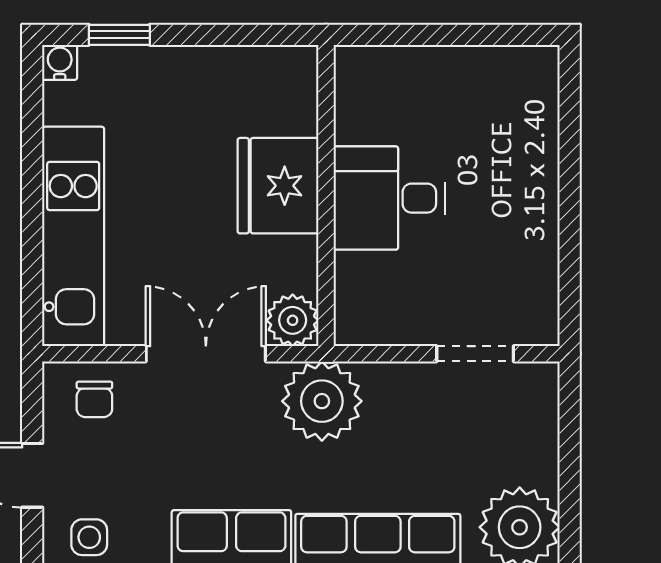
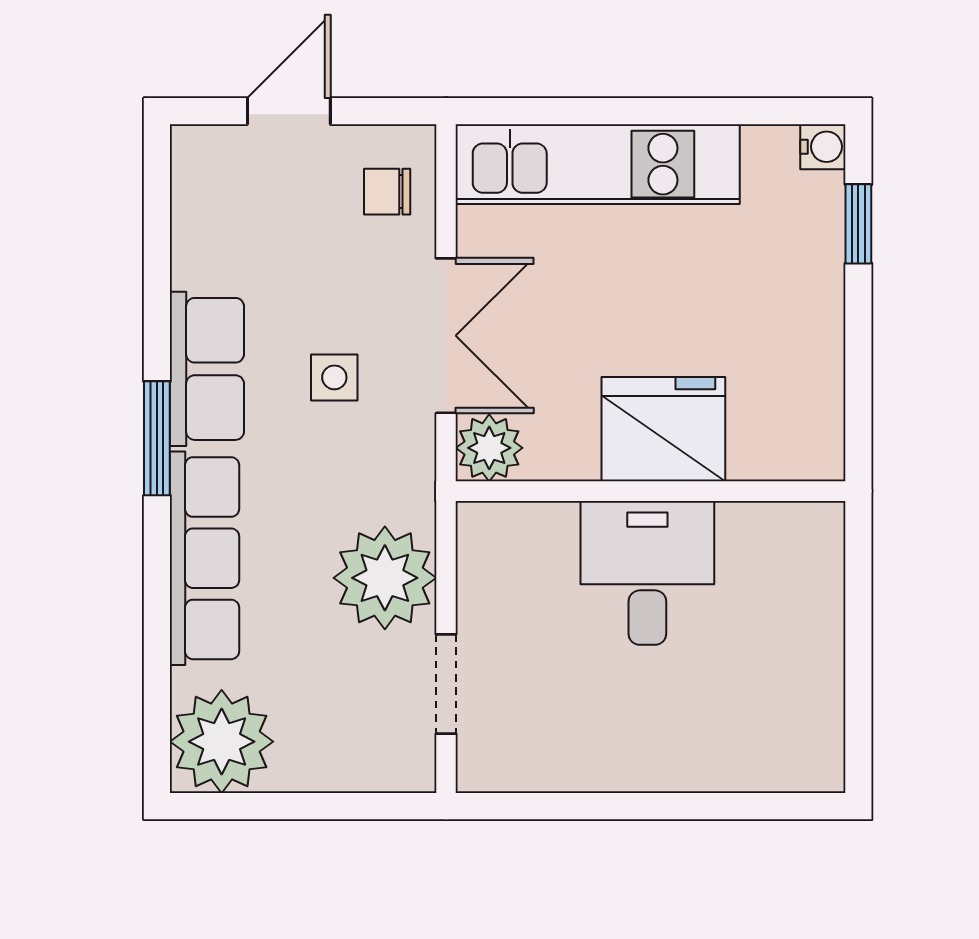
plant: (322, 401) -> (385, 578), moved
side table: (89, 537) -> (334, 377), moved

